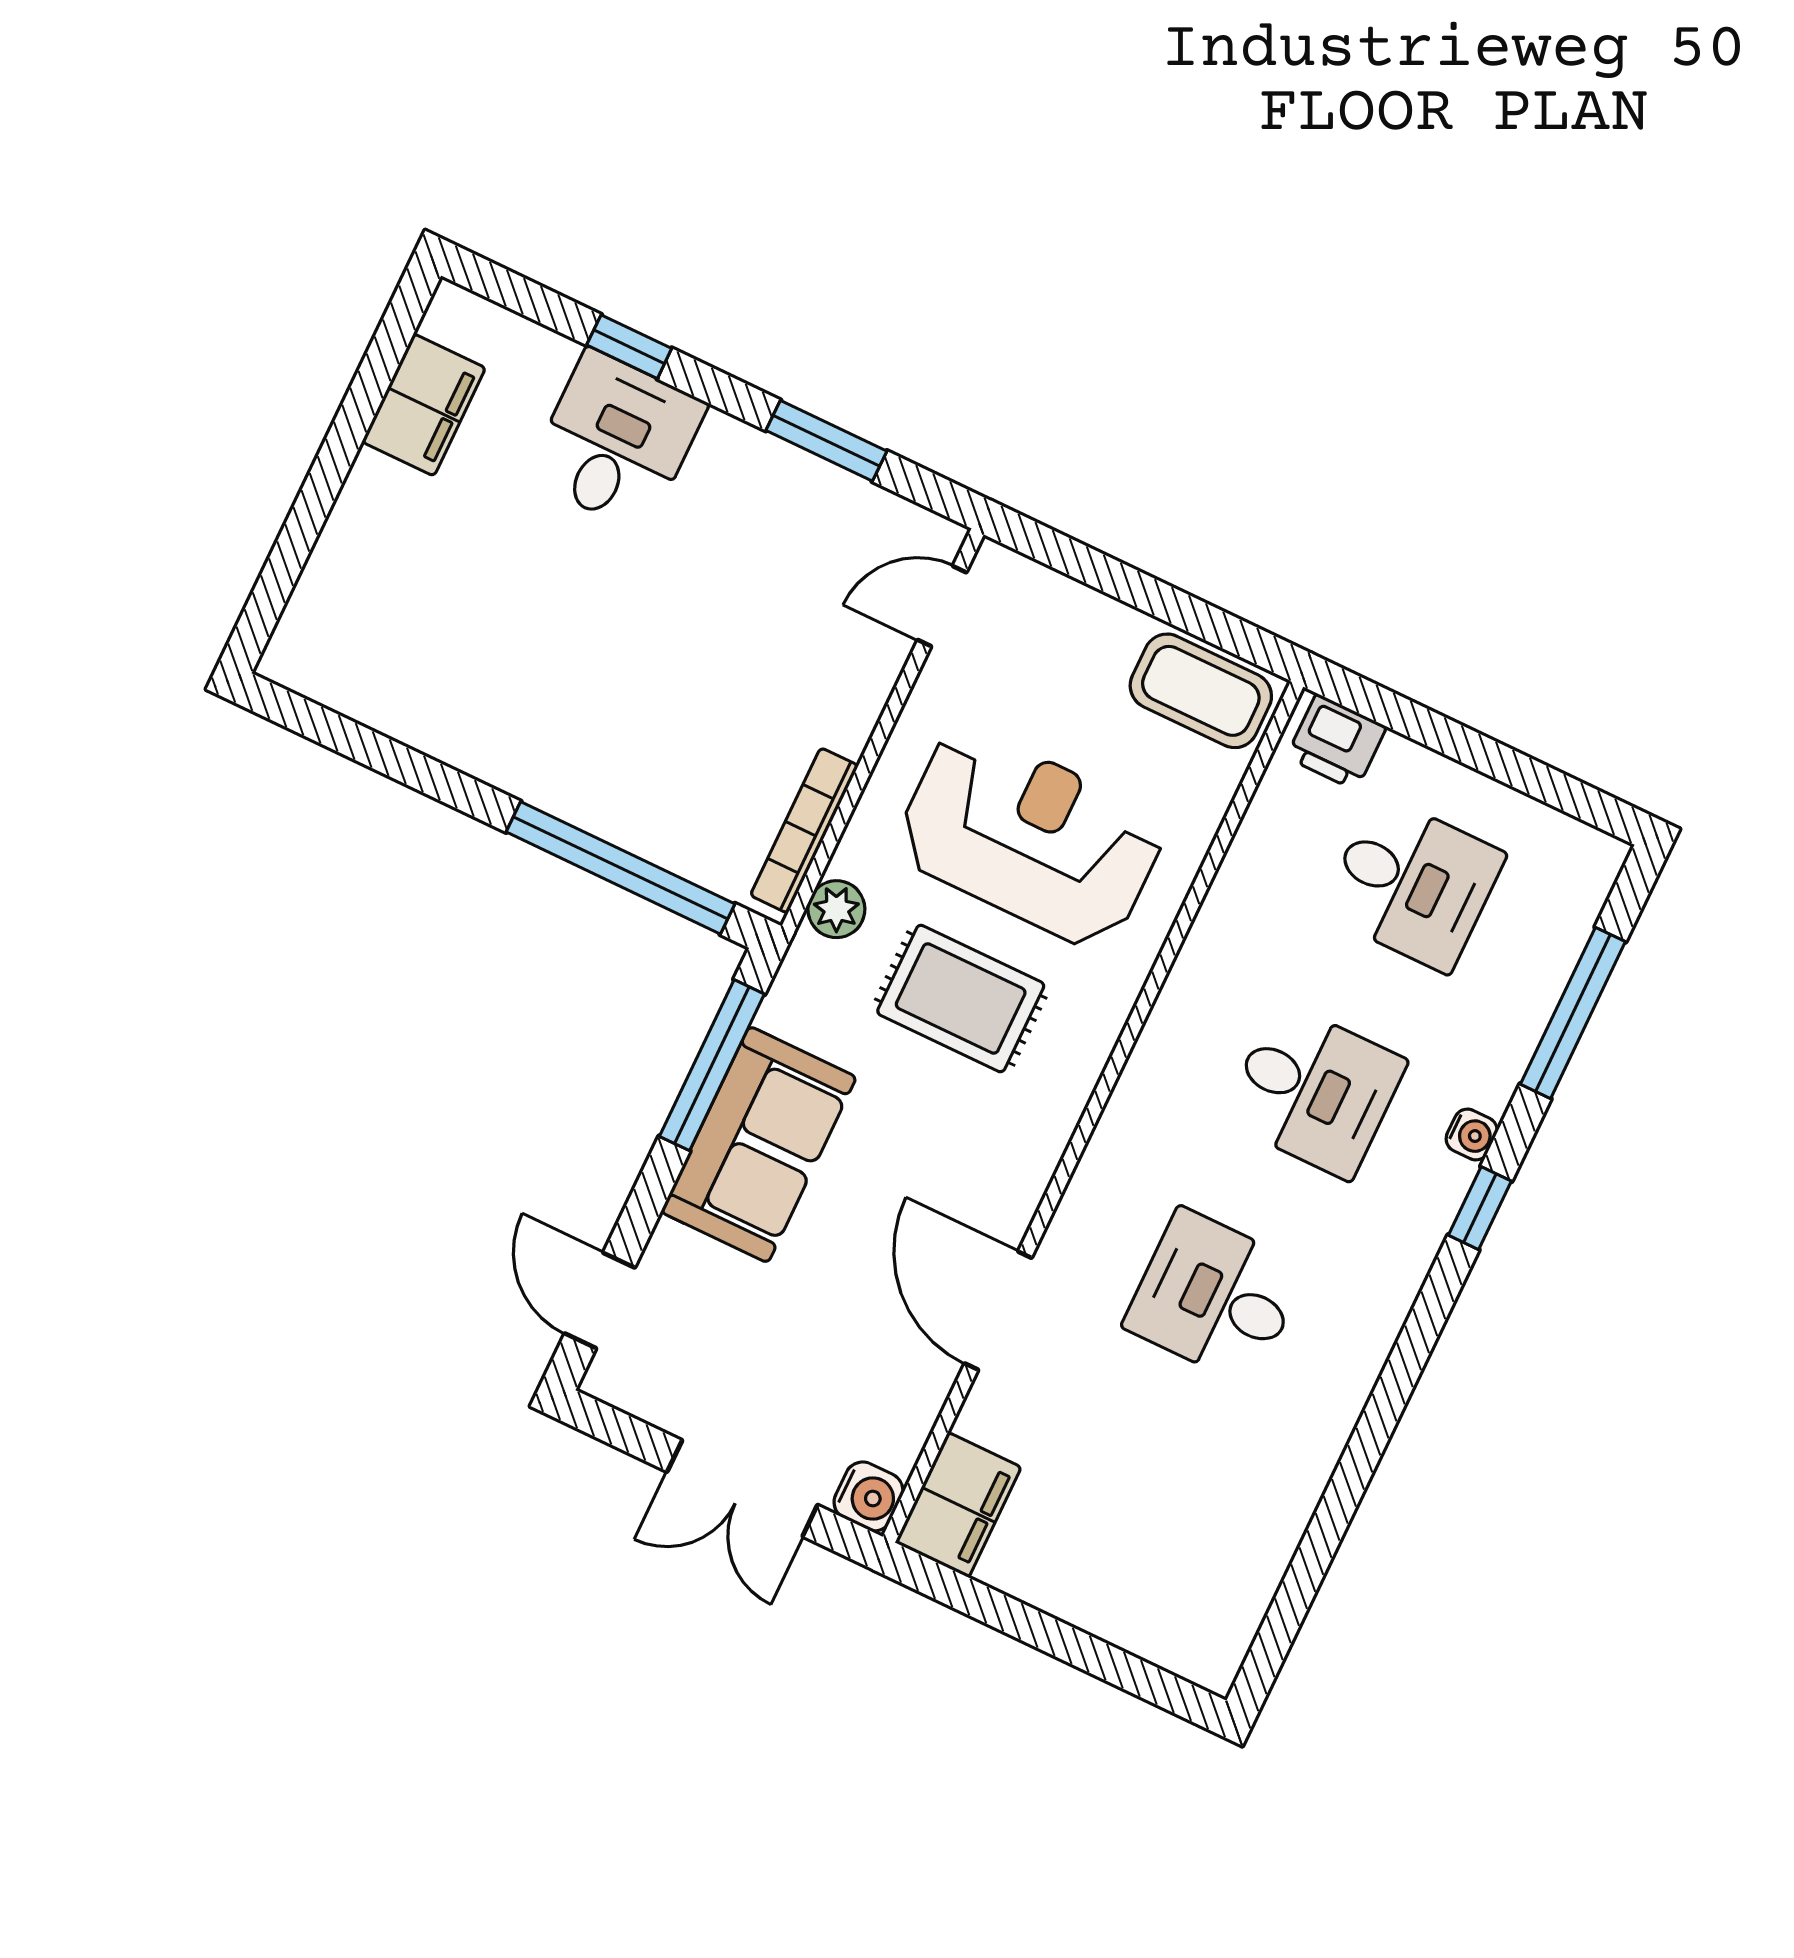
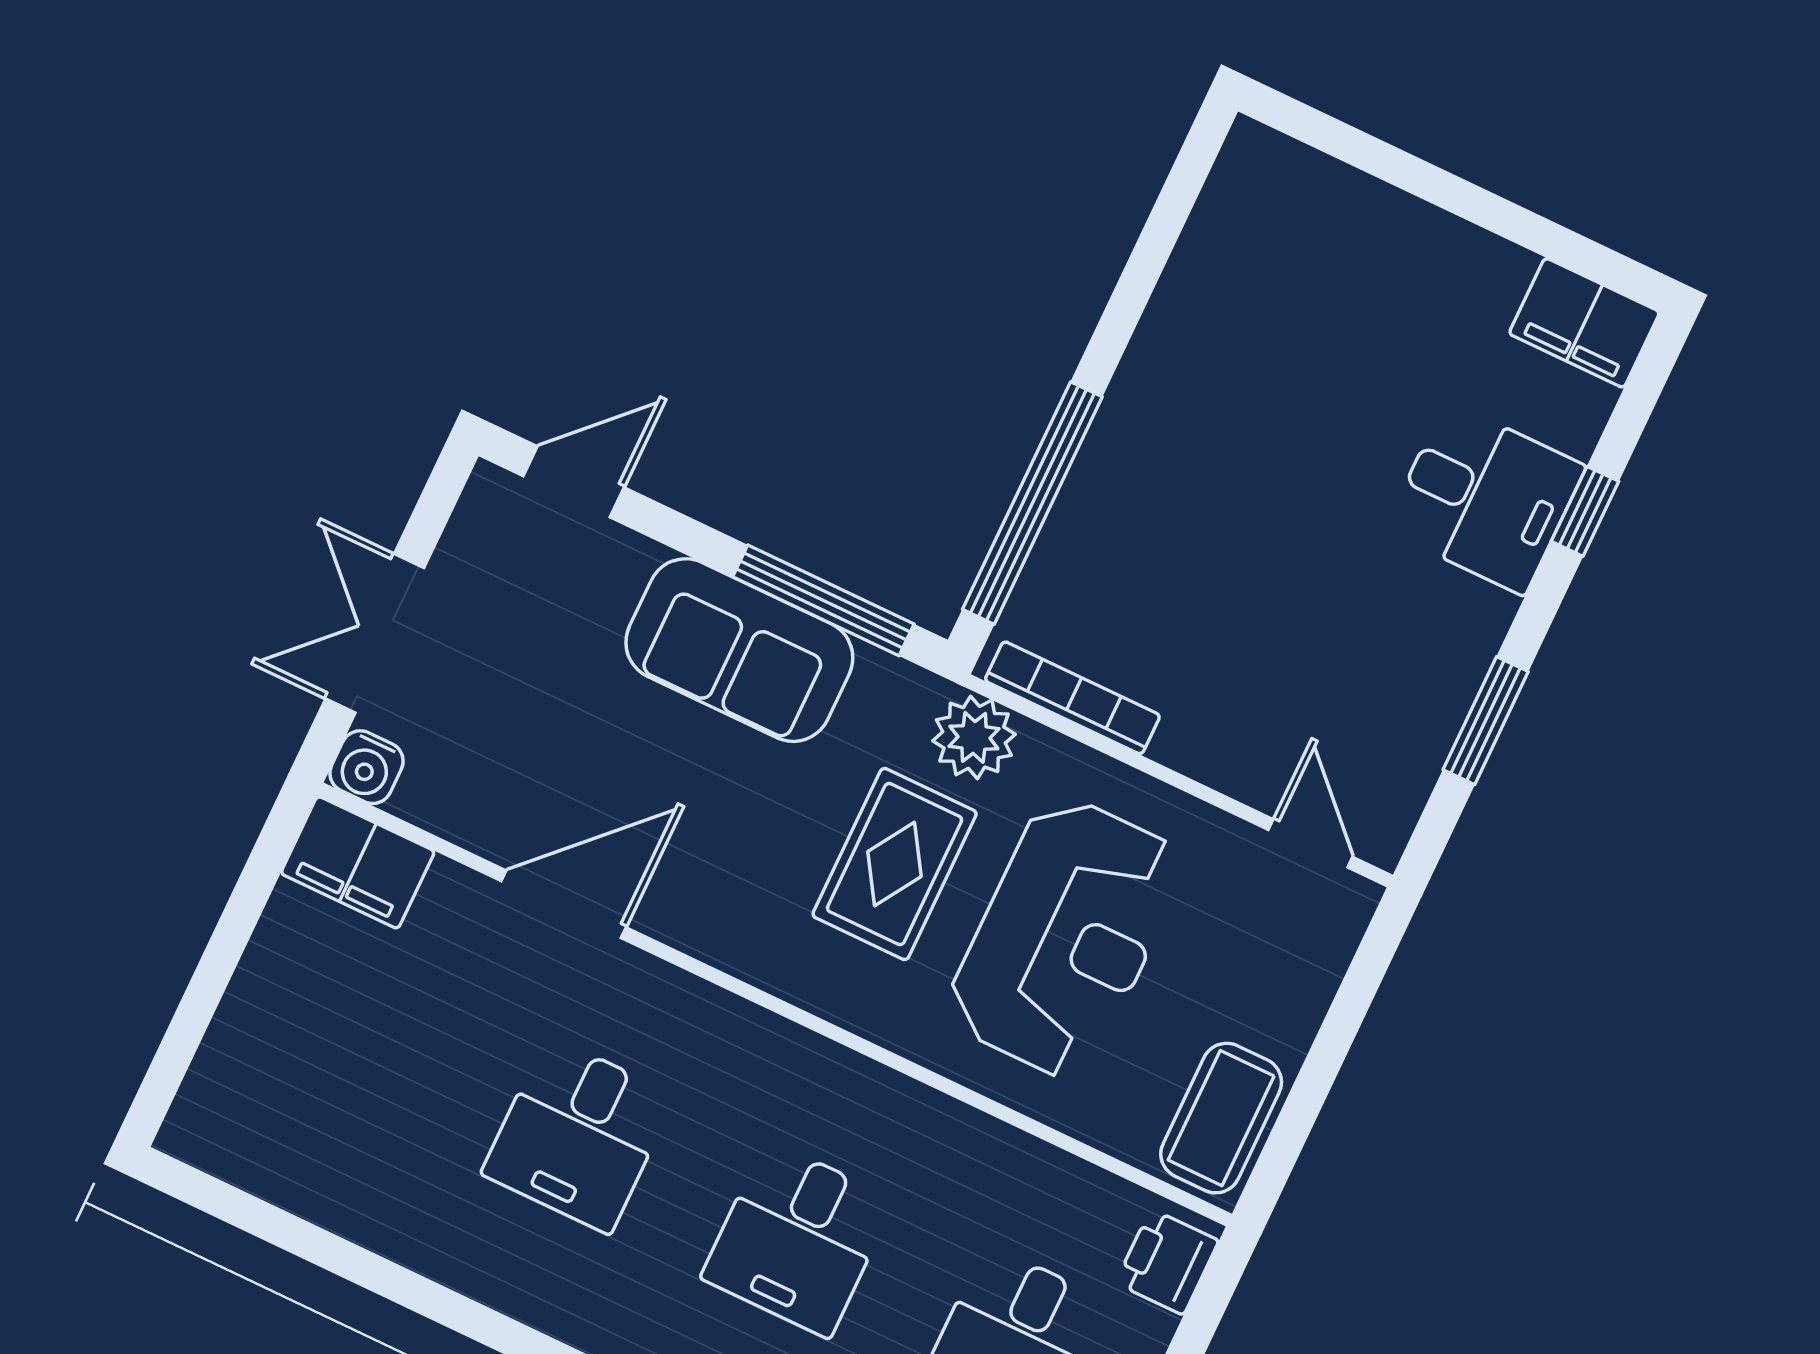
filing cabinet: (424, 405) -> (1584, 323), moved
plant: (836, 909) -> (974, 737), width x1.38, depth x1.38
desk: (1215, 1297) -> (578, 1135), turned 180

